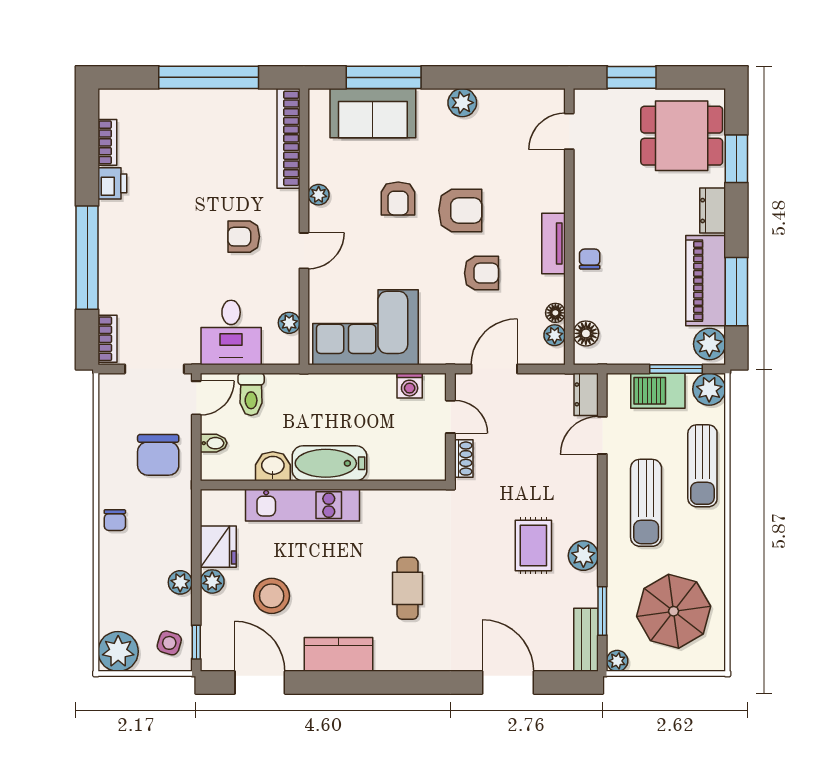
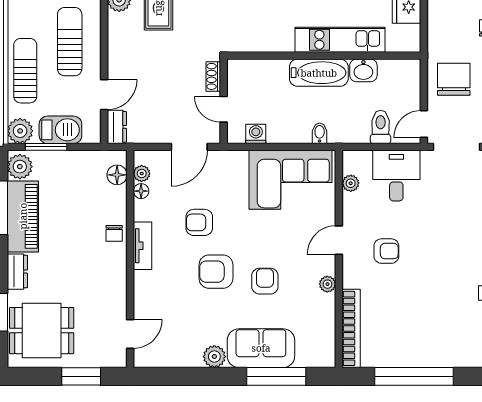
sofa: (373, 113) -> (261, 348), moved
bidet: (214, 443) -> (320, 133), moved, turned 90

